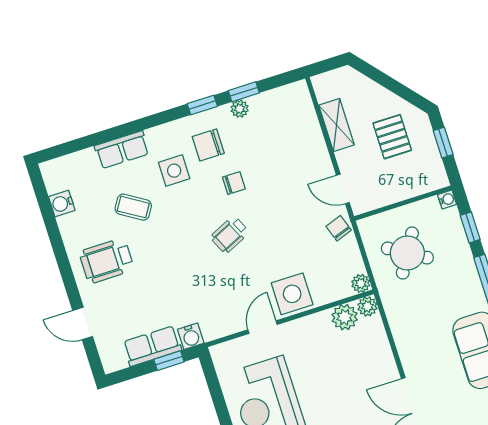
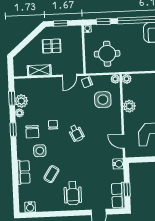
window: (244, 92) -> (12, 98), moved
plant: (264, 106) -> (21, 101), added
water cooler: (62, 203) -> (30, 207), moved
round table: (407, 253) -> (107, 54), turned -31
side table: (292, 294) -> (103, 100), moved
plant: (345, 317) -> (129, 106), moved
door: (263, 327) -> (123, 141), moved
row of seats: (152, 346) -> (118, 195), moved
window: (169, 361) -> (127, 190), moved

